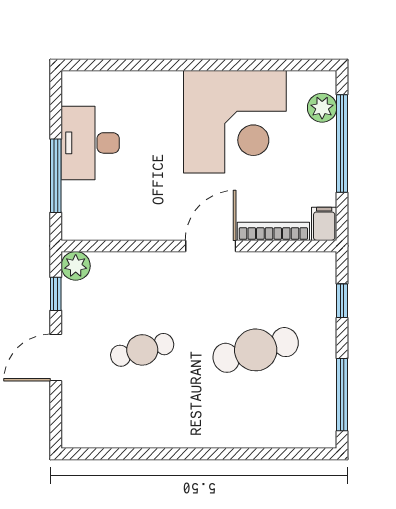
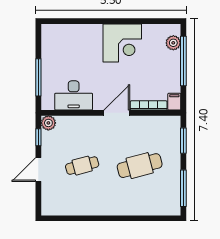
corner desk: (235, 122) -> (122, 43), width x0.74, depth x0.74
desk: (90, 143) -> (74, 95), moved, turned -90
window: (342, 301) -> (183, 141), width x1.50

